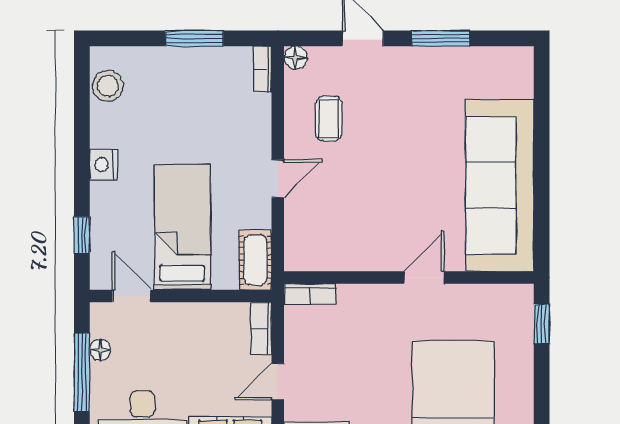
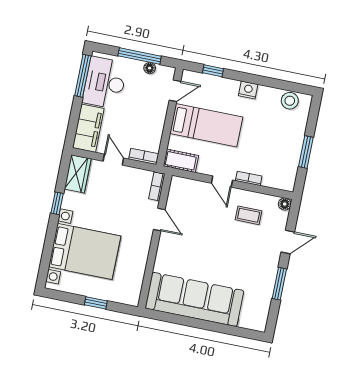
bookcase: (262, 69) -> (249, 178), moved
door: (424, 278) -> (159, 220), moved
window: (542, 324) -> (96, 303), moved

